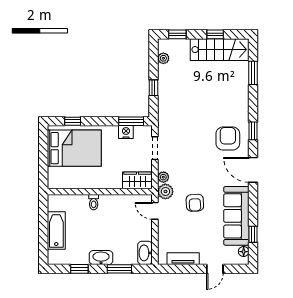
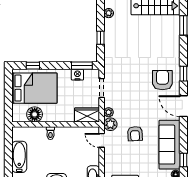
floor lamp: (75, 180) -> (35, 114), added

